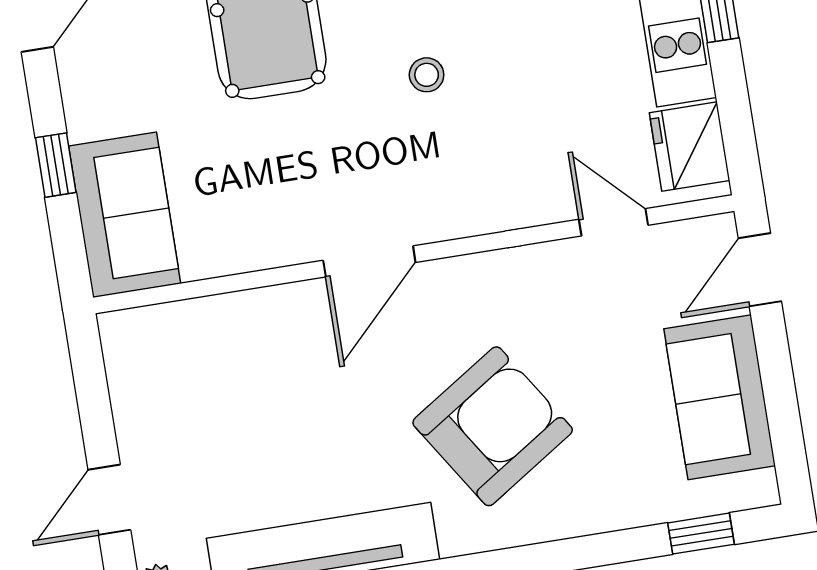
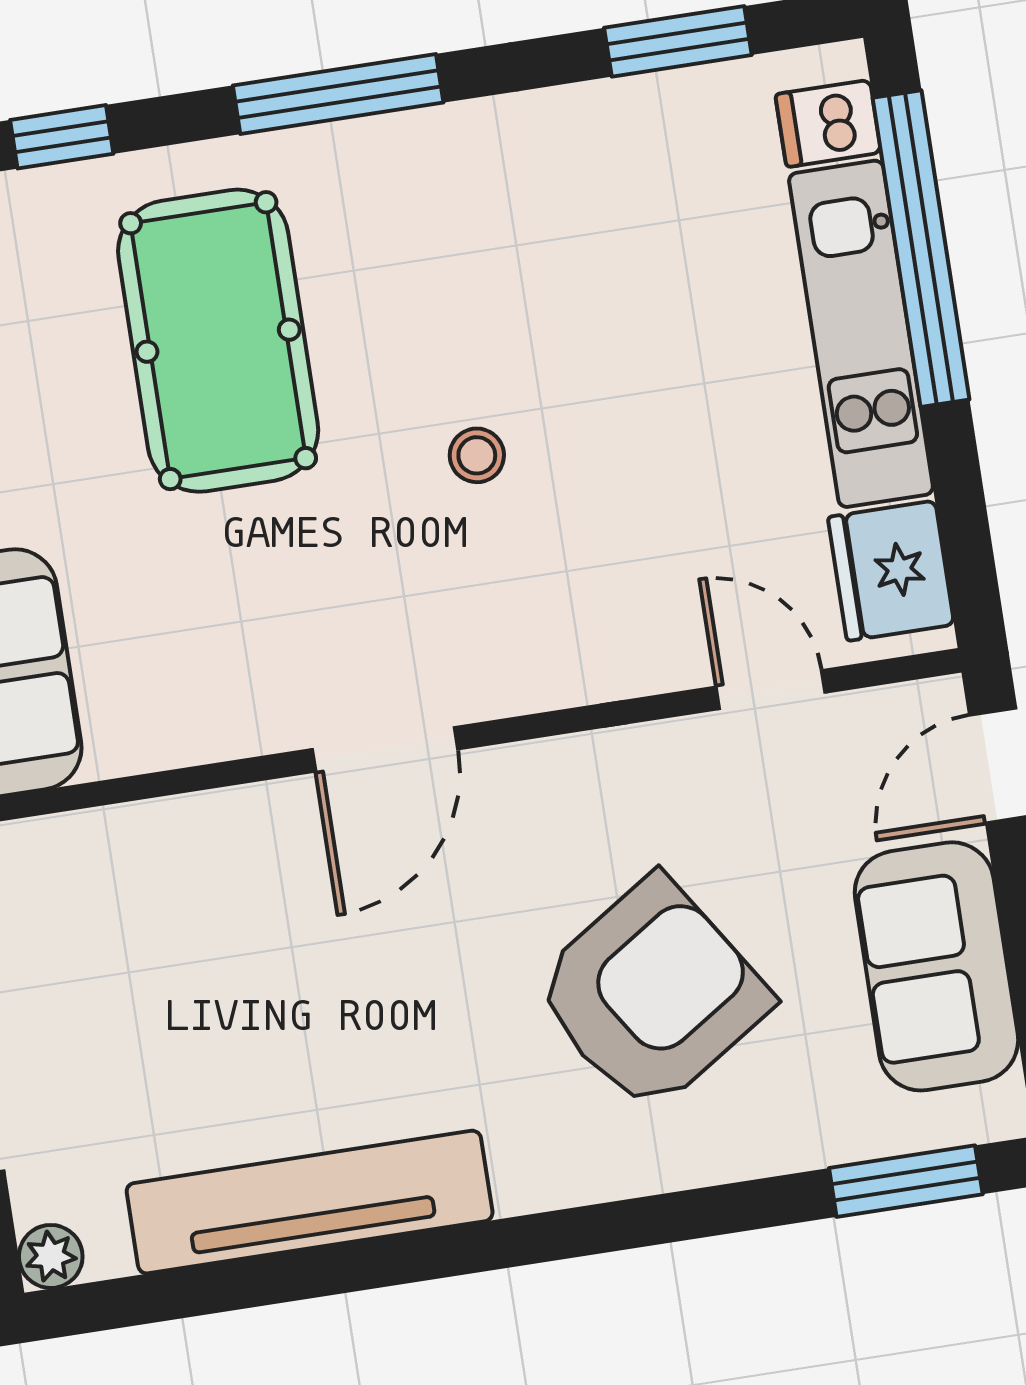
armchair: (493, 426) -> (651, 994), moved
window: (701, 534) -> (906, 1181), width x1.50

